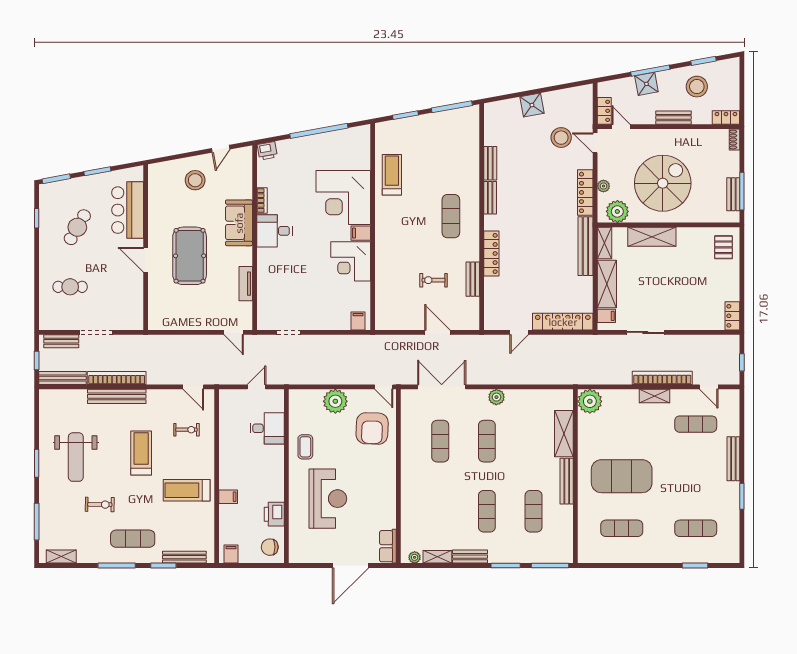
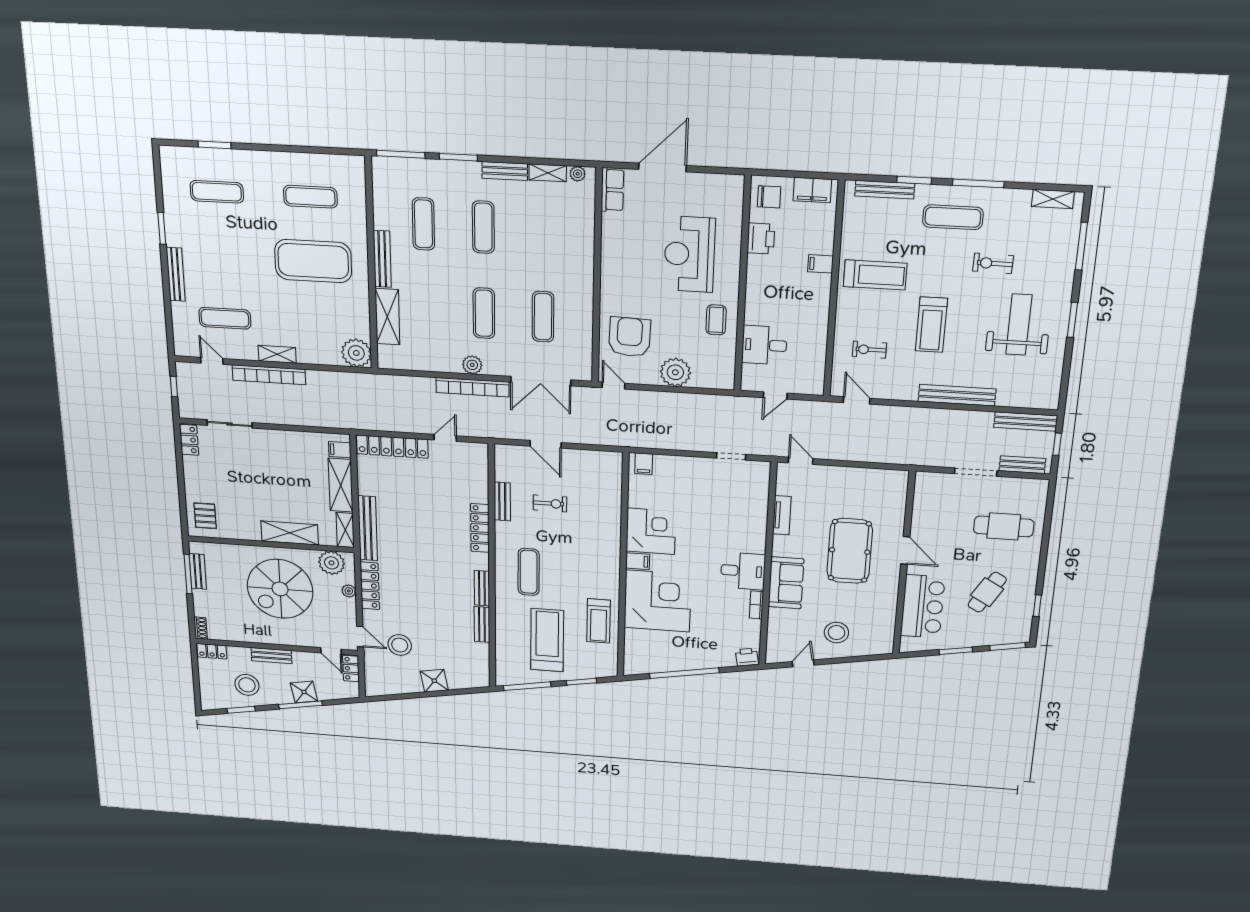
treadmill: (435, 153) -> (547, 640), added
cafe table: (70, 287) -> (1004, 526), width x1.37, depth x1.35
sliding door: (645, 332) -> (230, 424), moved
bookcase: (117, 378) -> (473, 387), moved
filing cabinet: (231, 554) -> (812, 190), width x2.00

